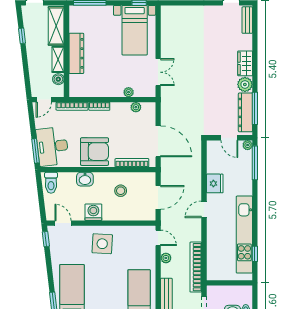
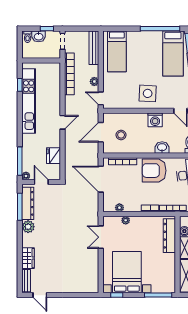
bed with nightstands: (135, 30) -> (127, 272), width x1.36
dresser: (76, 53) -> (169, 236), moved
wardrobe: (245, 63) -> (28, 258), moved
fridge: (215, 183) -> (53, 156), moved
stool: (121, 191) -> (121, 135), moved

